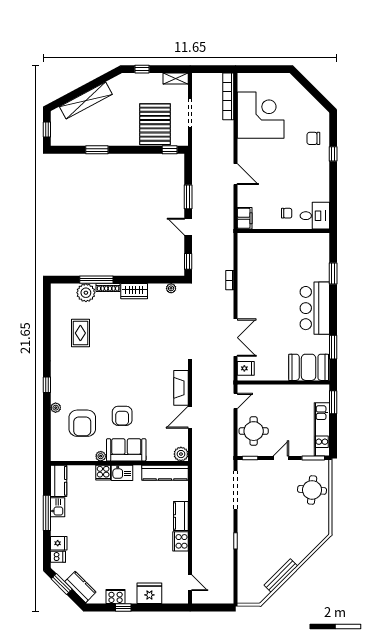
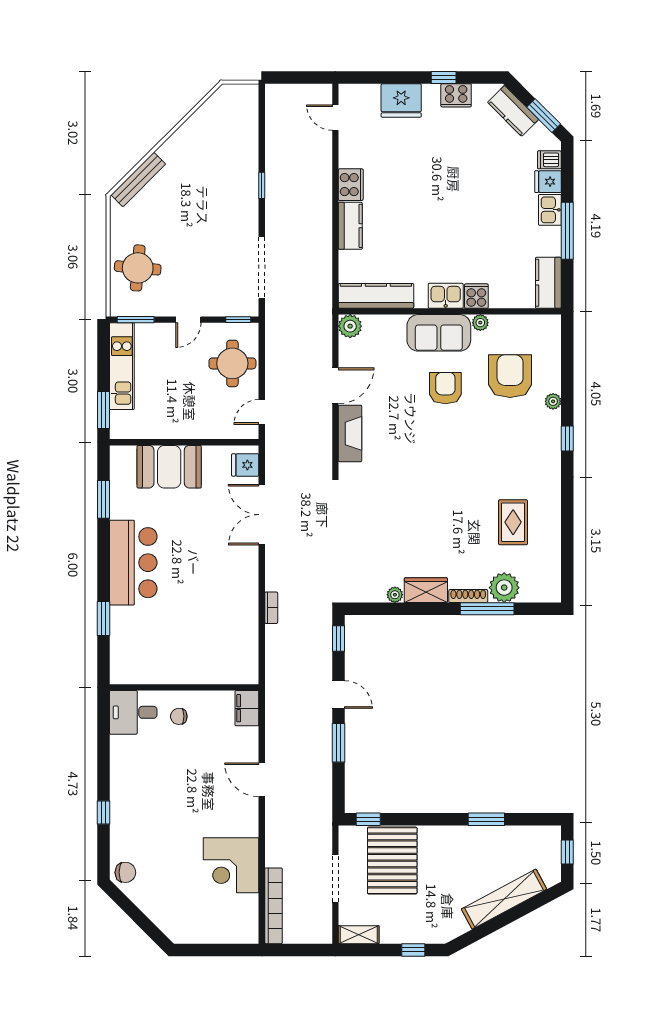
corner desk: (261, 115) -> (231, 865), width x0.74, depth x0.74
chair: (313, 138) -> (125, 872), moved
plant: (171, 288) -> (395, 595), moved
booth: (309, 367) -> (169, 467), moved
kitchen sink: (58, 507) -> (550, 210), moved
bench: (281, 575) -> (138, 179), moved

